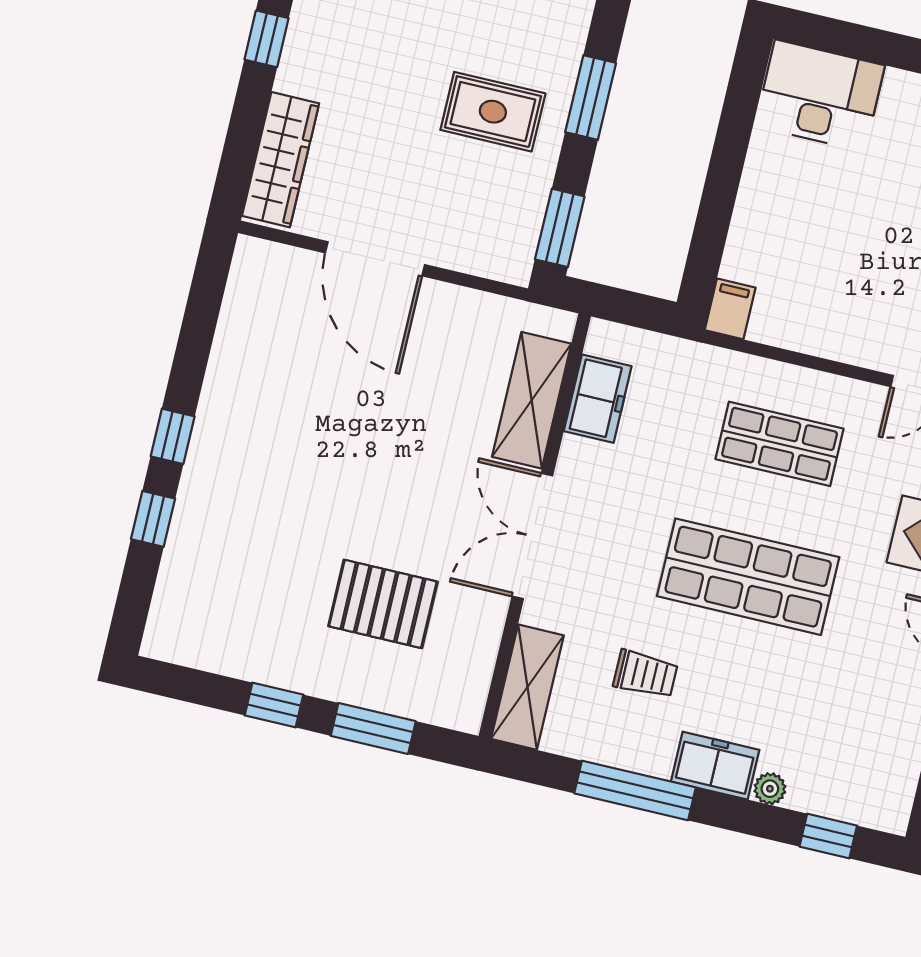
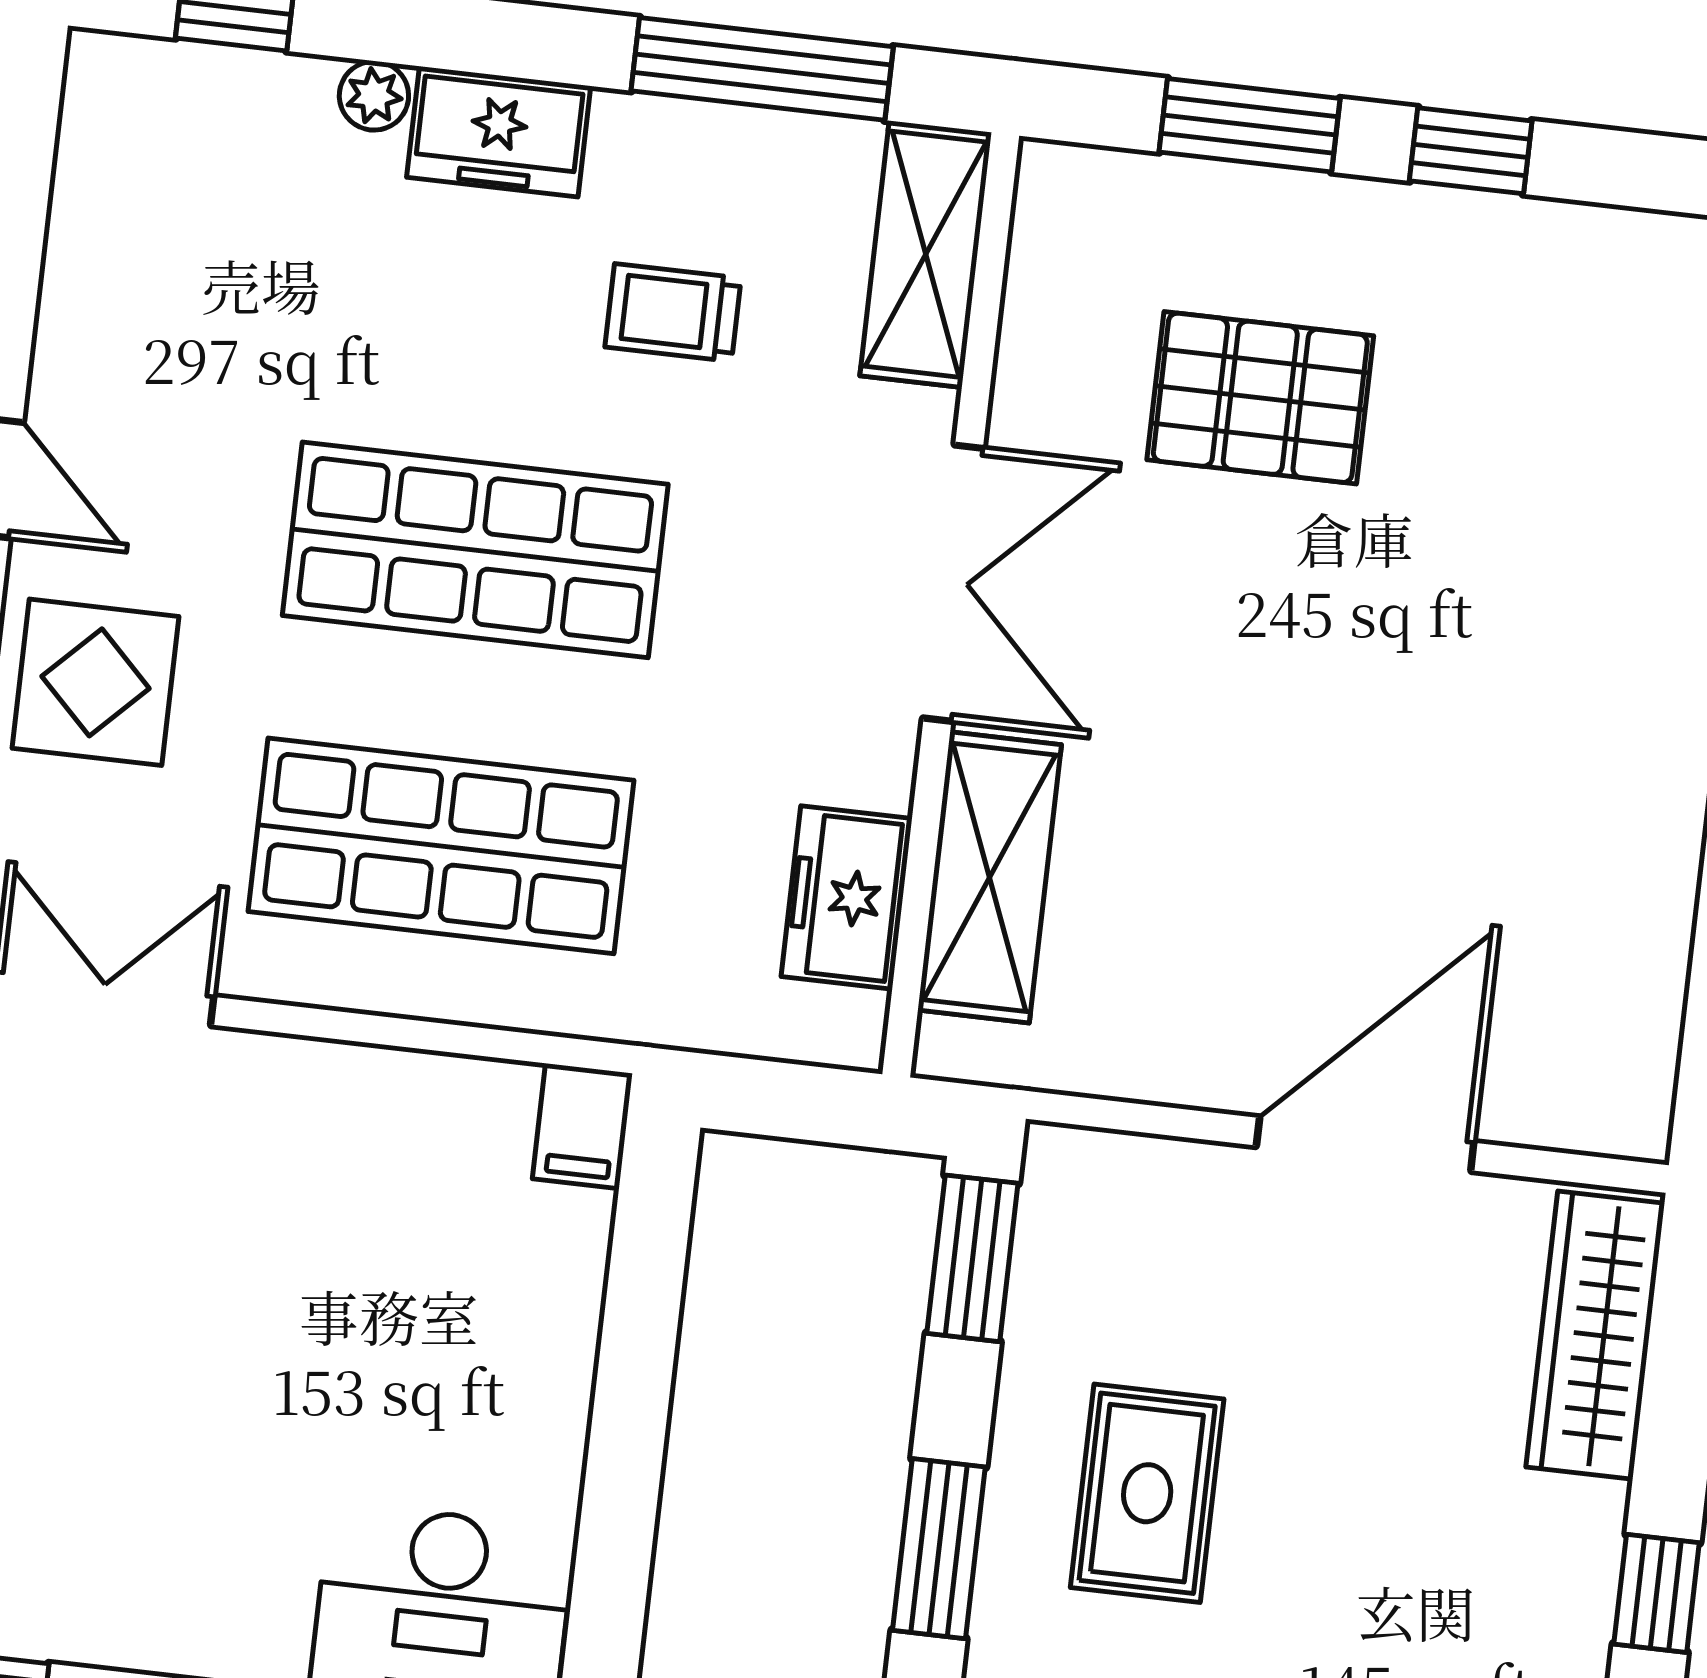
rug: (493, 112) -> (1147, 1493), turned 90
door: (375, 259) -> (1365, 1144), hinge flipped
shop shelf: (780, 444) -> (441, 846), width x1.43, depth x1.36
window: (635, 790) -> (762, 69), moved

